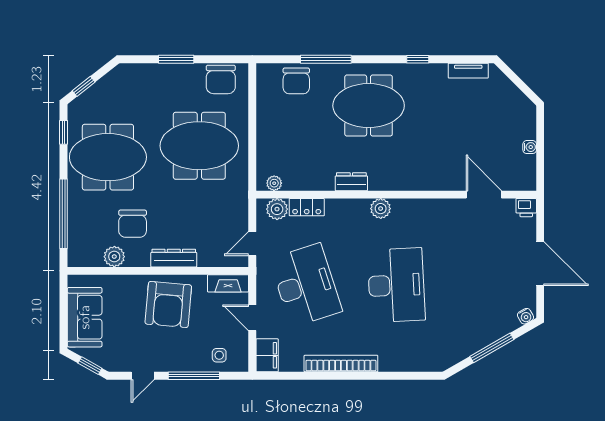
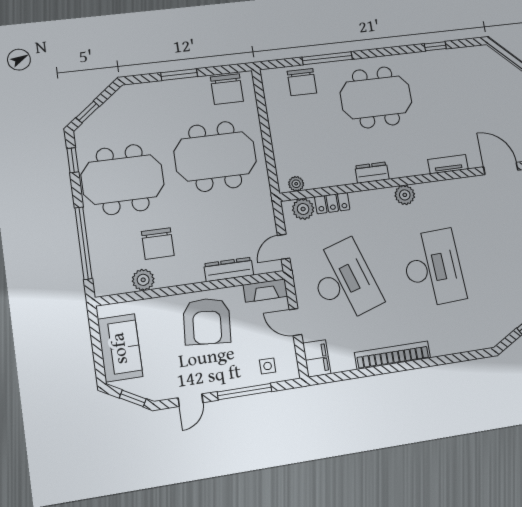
window: (418, 59) -> (435, 46), moved
tv unit: (468, 71) -> (448, 164), moved, turned 180
dresser: (174, 258) -> (229, 269), moved

